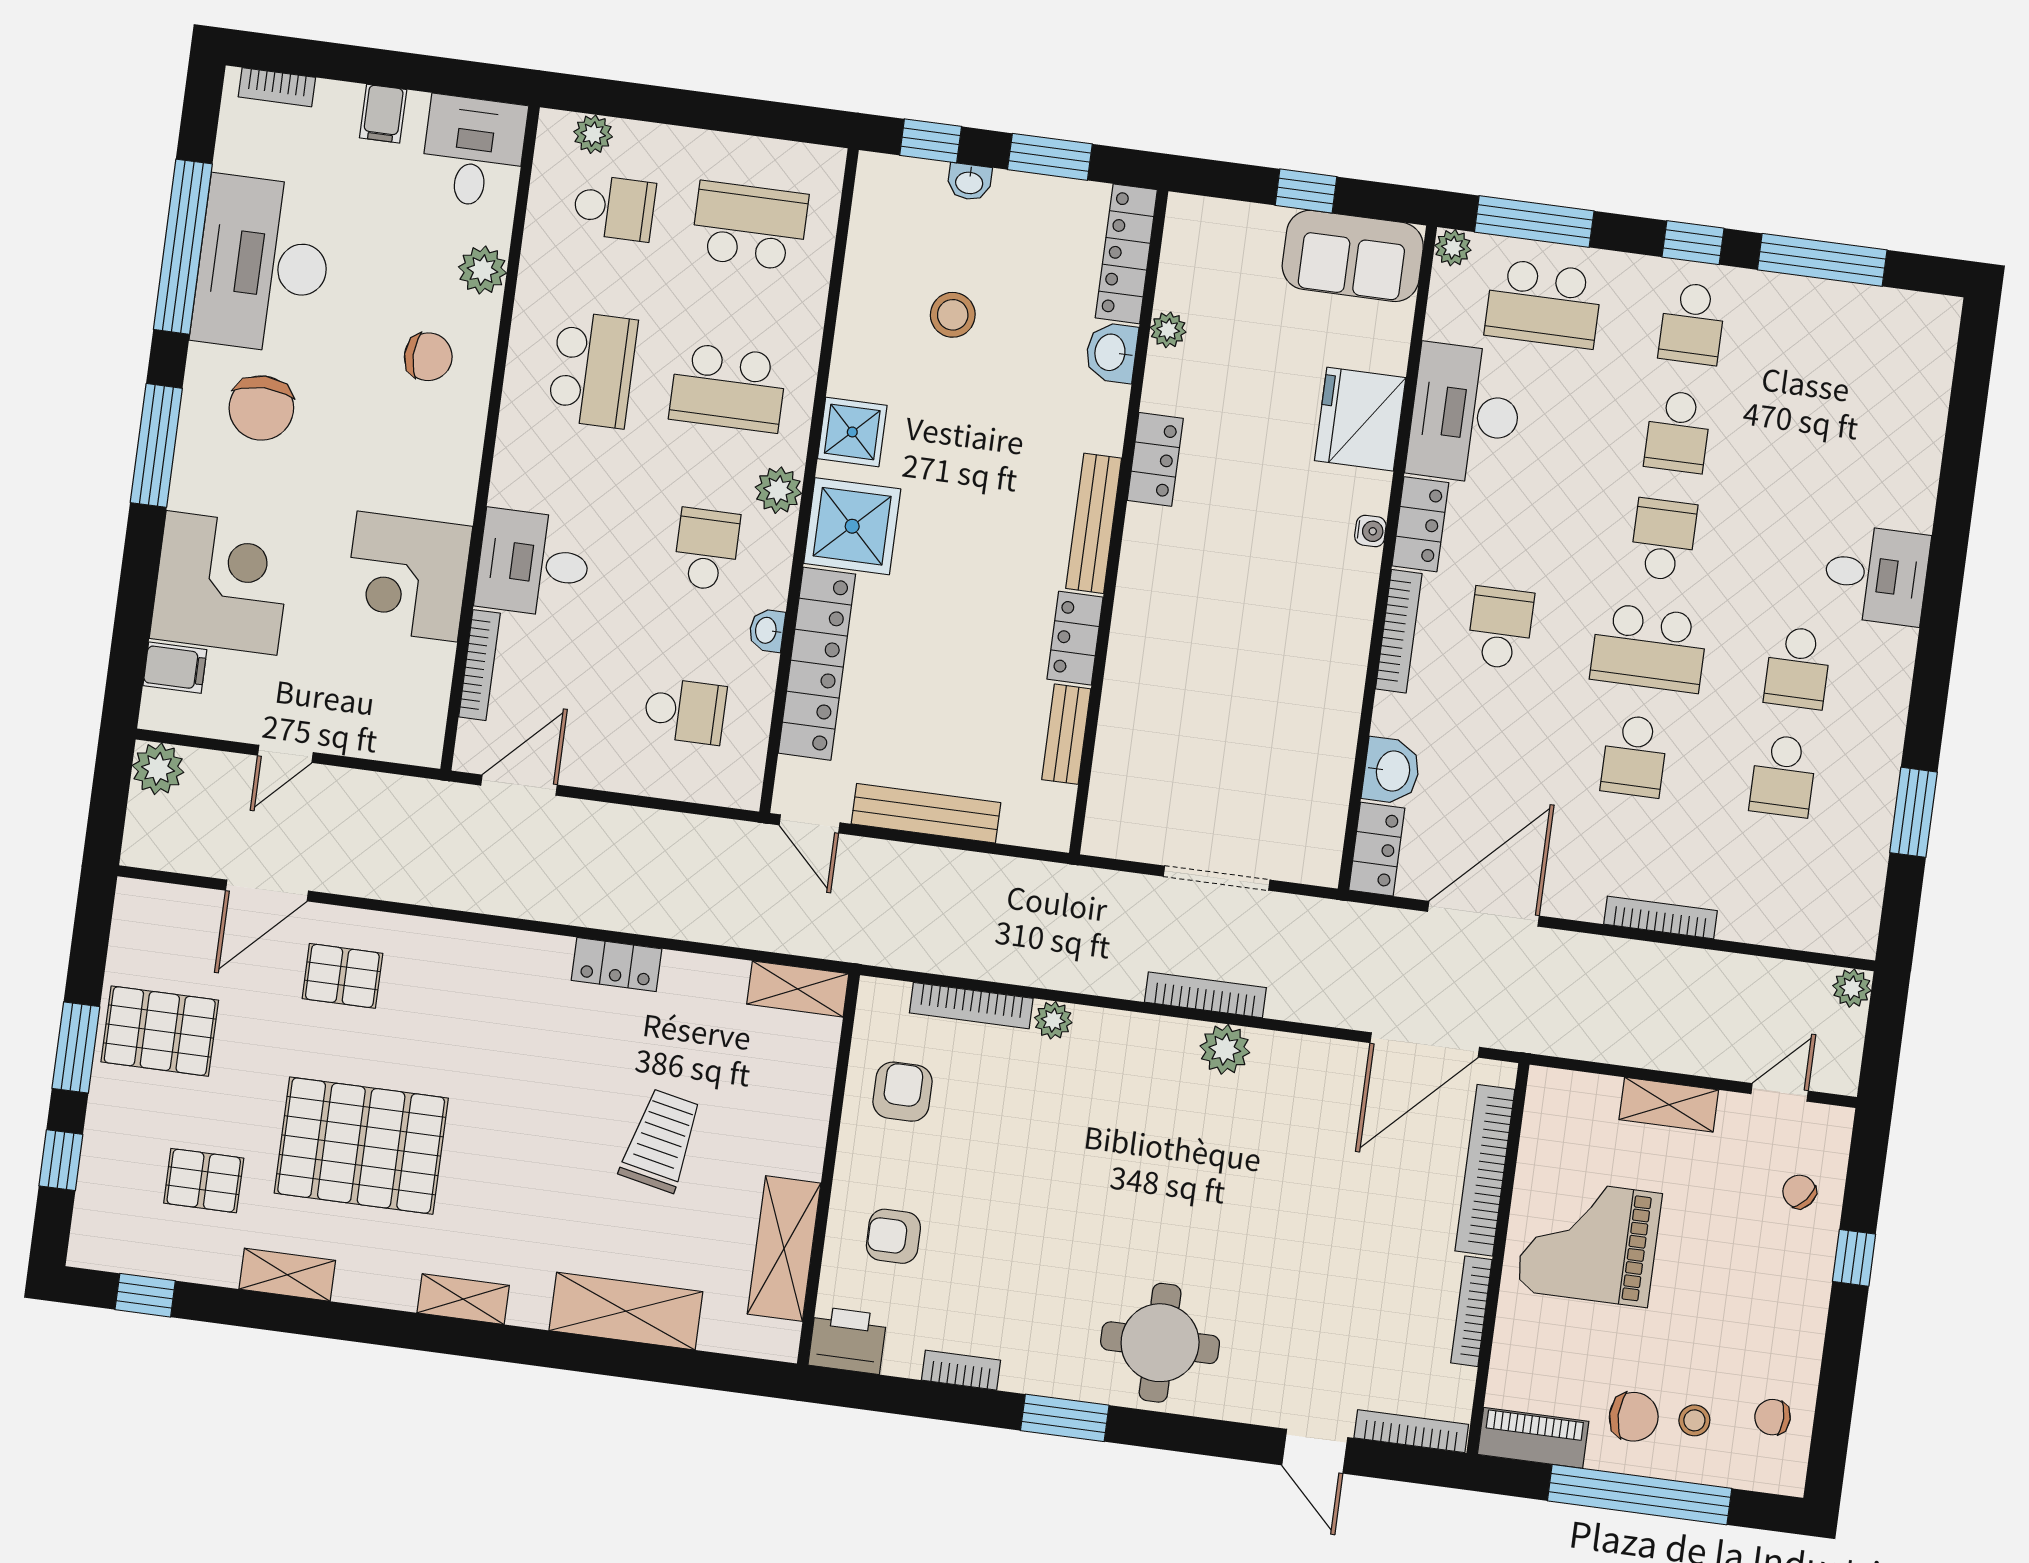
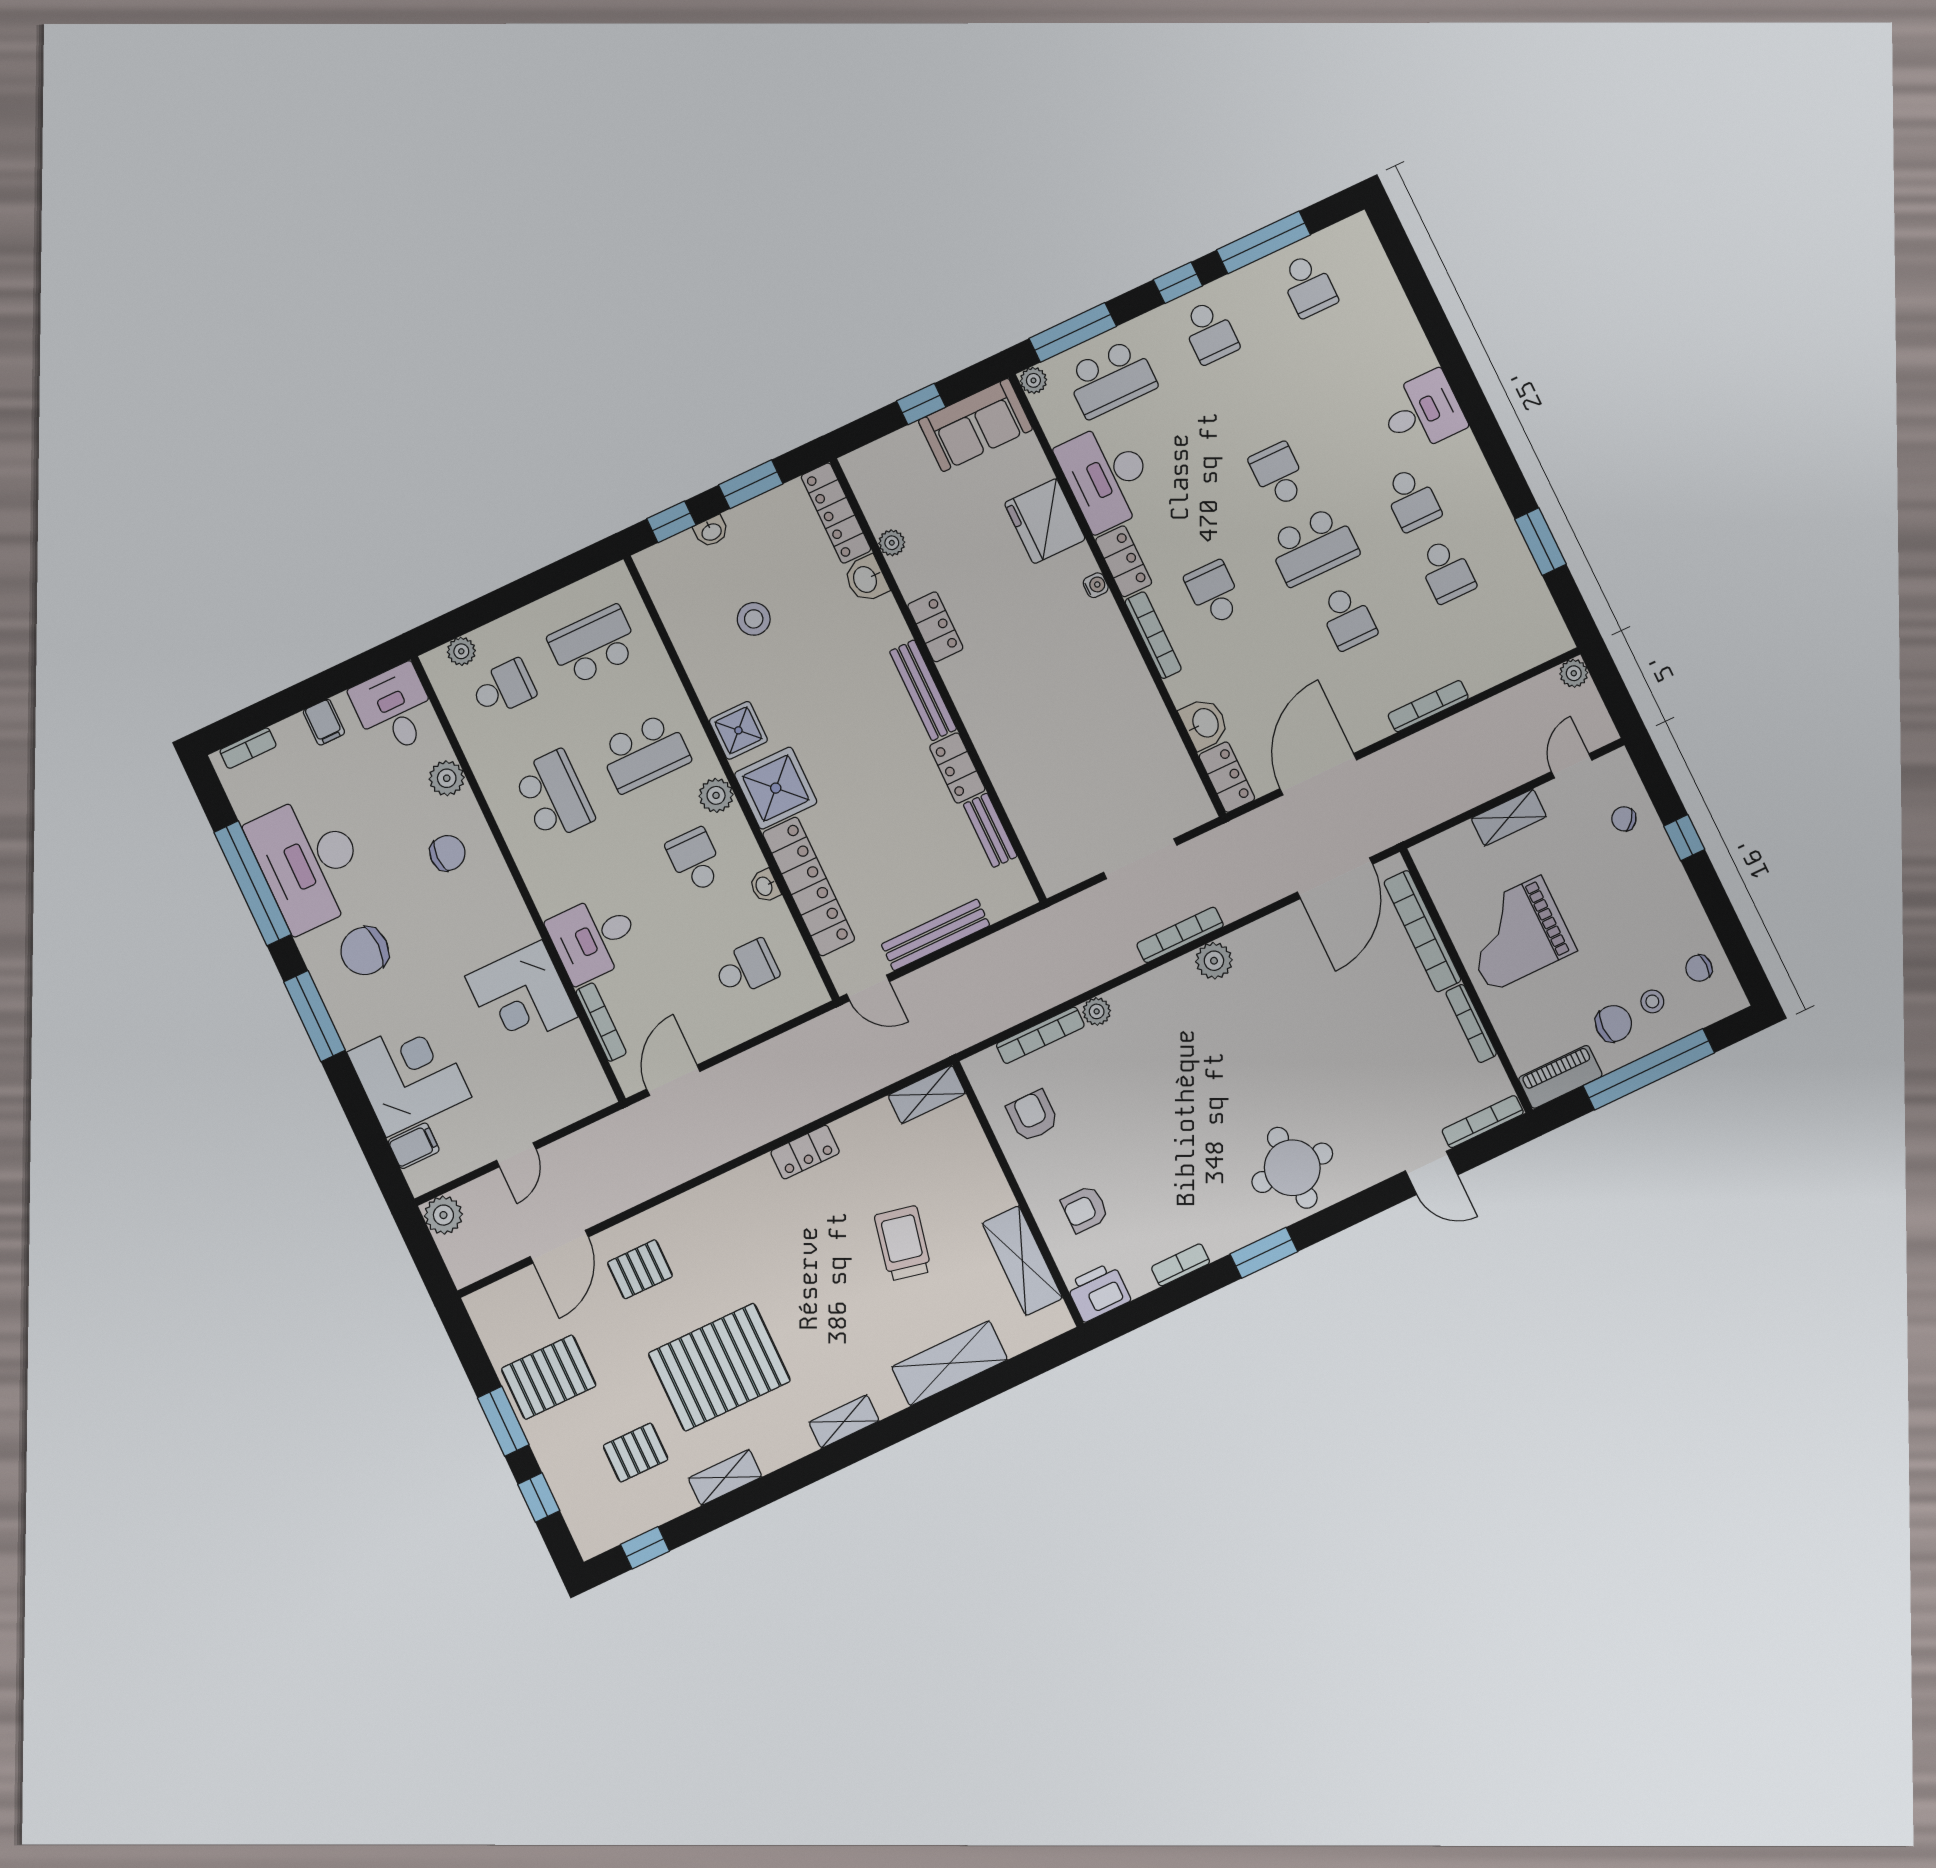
chair: (261, 408) -> (365, 951), turned 90
school desk: (1678, 432) -> (1308, 285), moved

